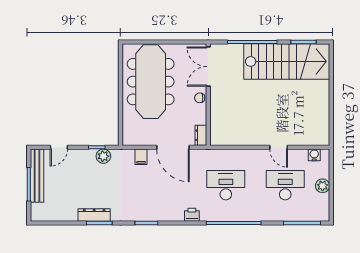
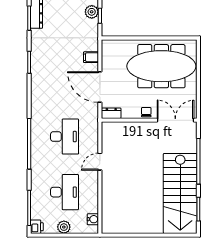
door: (173, 147) -> (100, 87), hinge flipped
door: (279, 147) -> (100, 162), moved
plant: (103, 156) -> (92, 12), moved
printer: (192, 215) -> (37, 227), moved

